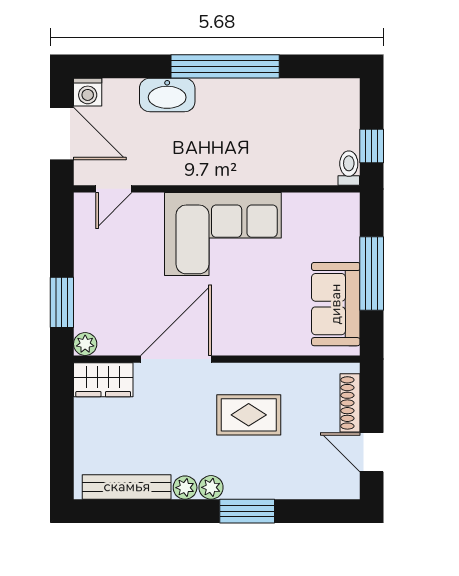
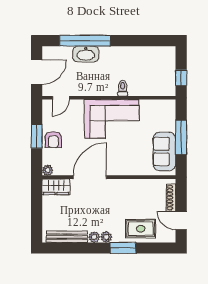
window: (225, 66) -> (85, 41), moved
washing machine: (88, 92) -> (49, 53), removed
door: (62, 134) -> (37, 72), hinge flipped
toilet: (349, 168) -> (123, 88), moved
armchair: (98, 278) -> (53, 140), added
window: (62, 302) -> (37, 136), moved
rug: (249, 415) -> (141, 229), moved

